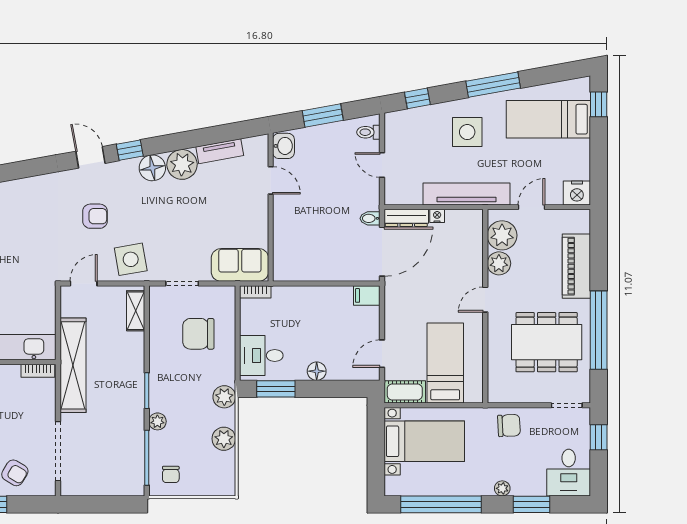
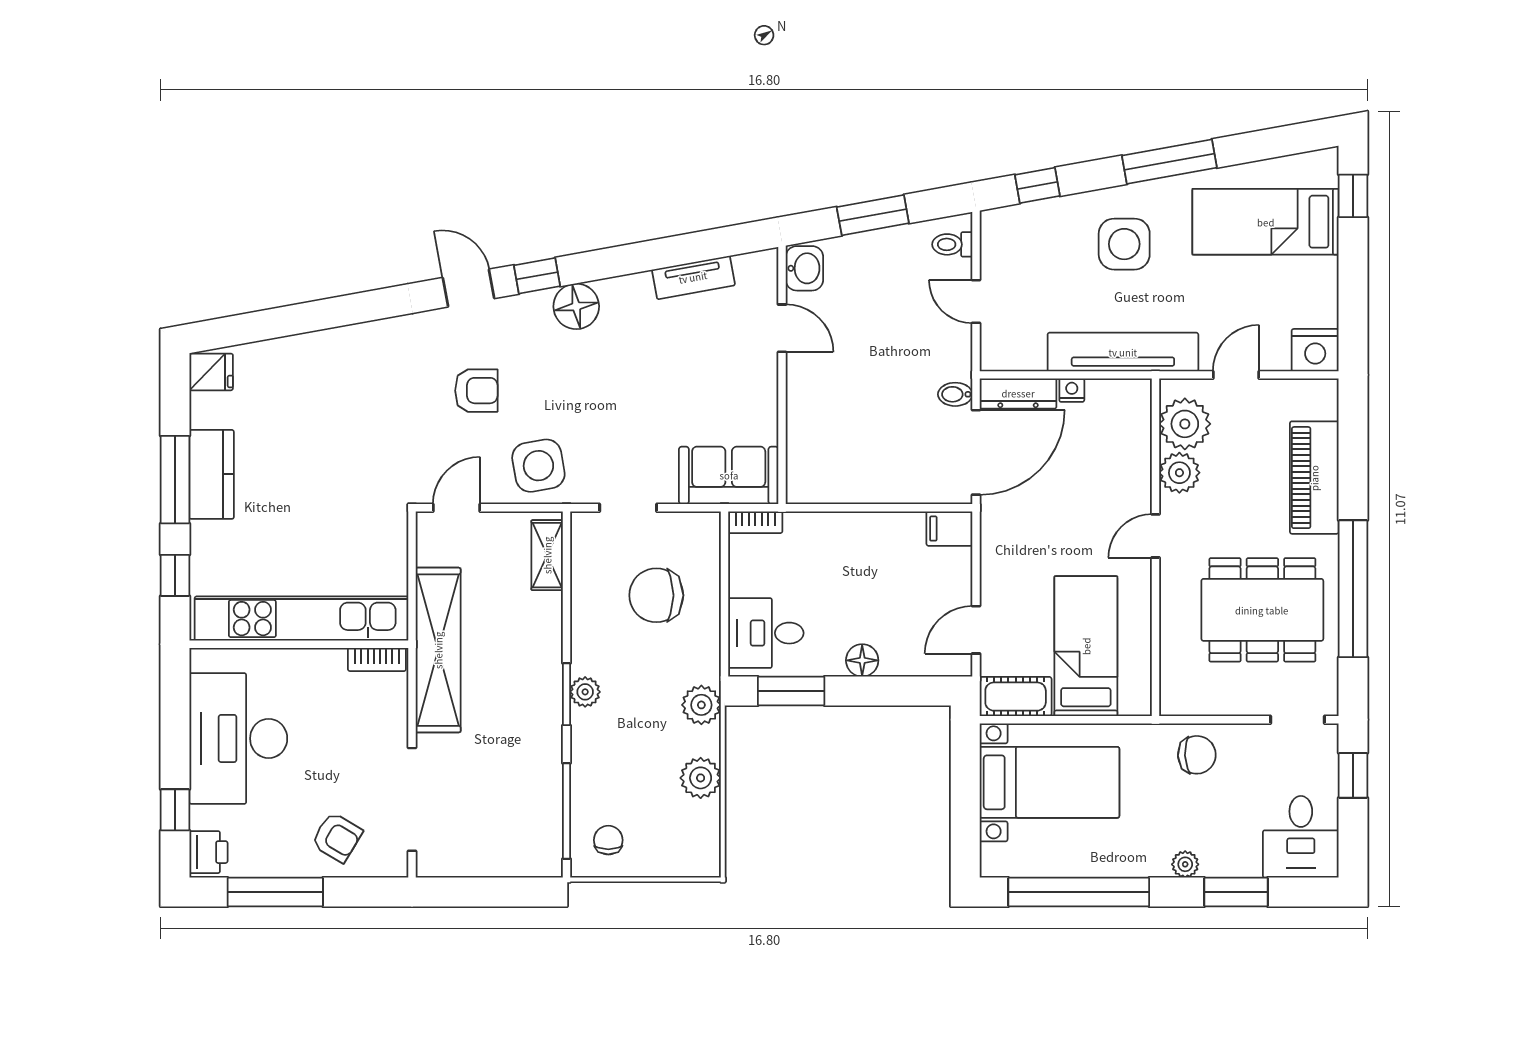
plant: (182, 164) -> (628, 301), removed
plant: (157, 421) -> (585, 692), moved
chair: (171, 474) -> (608, 840), turned 180

